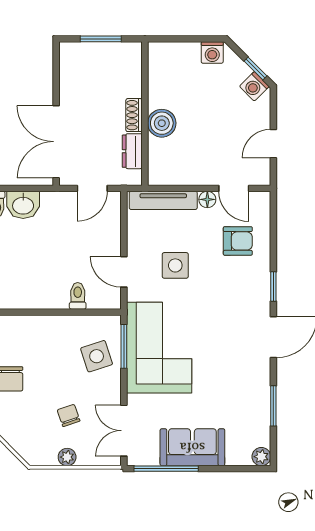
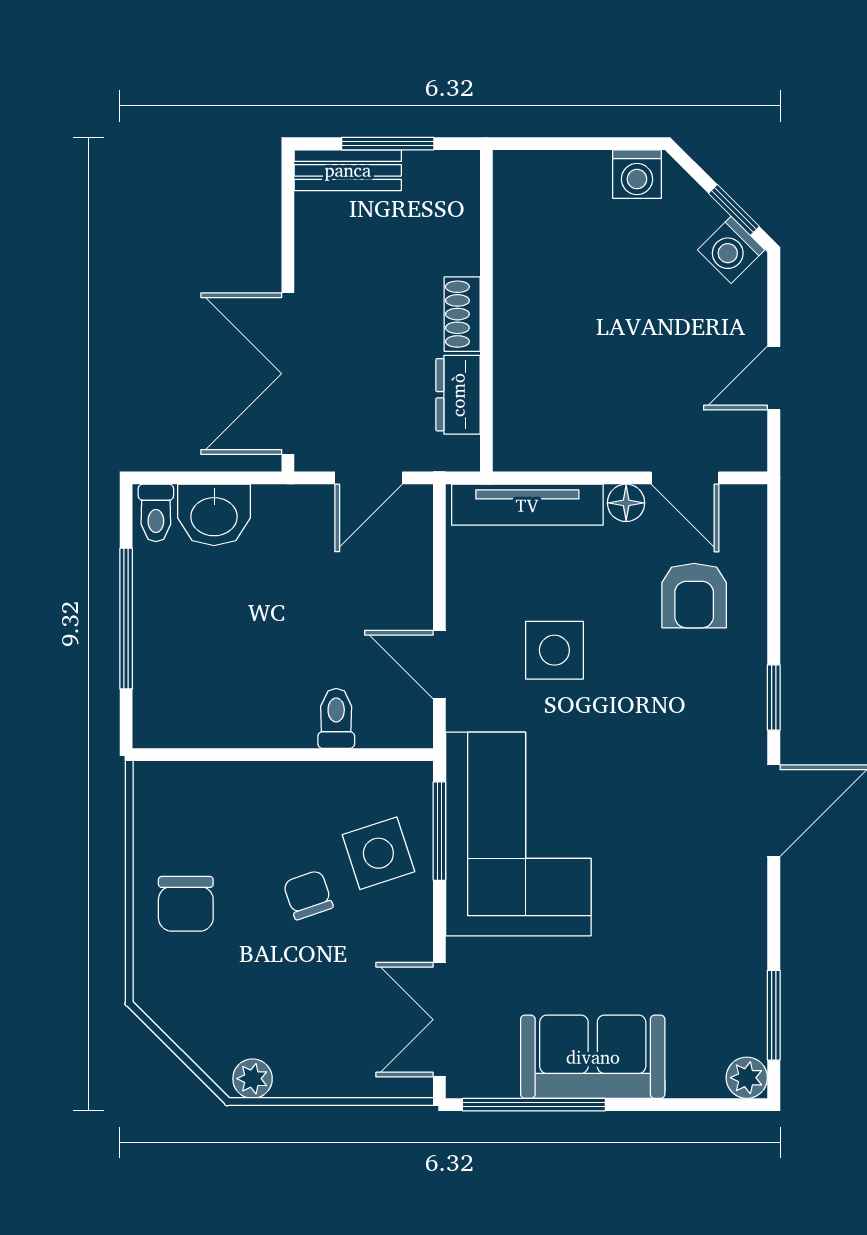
bench: (83, 51) -> (348, 170), added
boiler: (162, 123) -> (524, 332), removed
armchair: (238, 241) -> (694, 596), turned 90
window: (273, 406) -> (774, 1015), moved
chair: (69, 415) -> (308, 895), moved
plant: (67, 457) -> (253, 1079), moved

